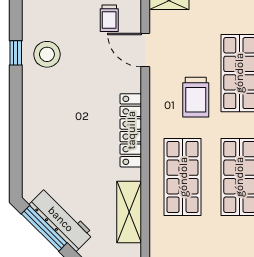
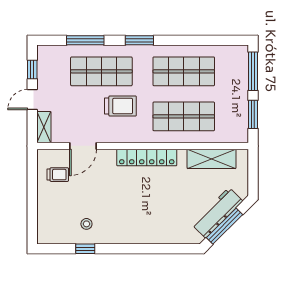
stool: (47, 54) -> (86, 224), width x0.53, depth x0.53

